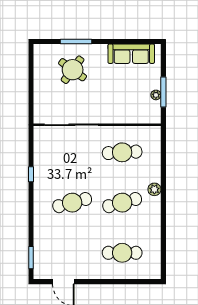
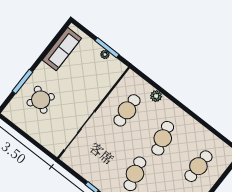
plant: (154, 189) -> (156, 96), moved

